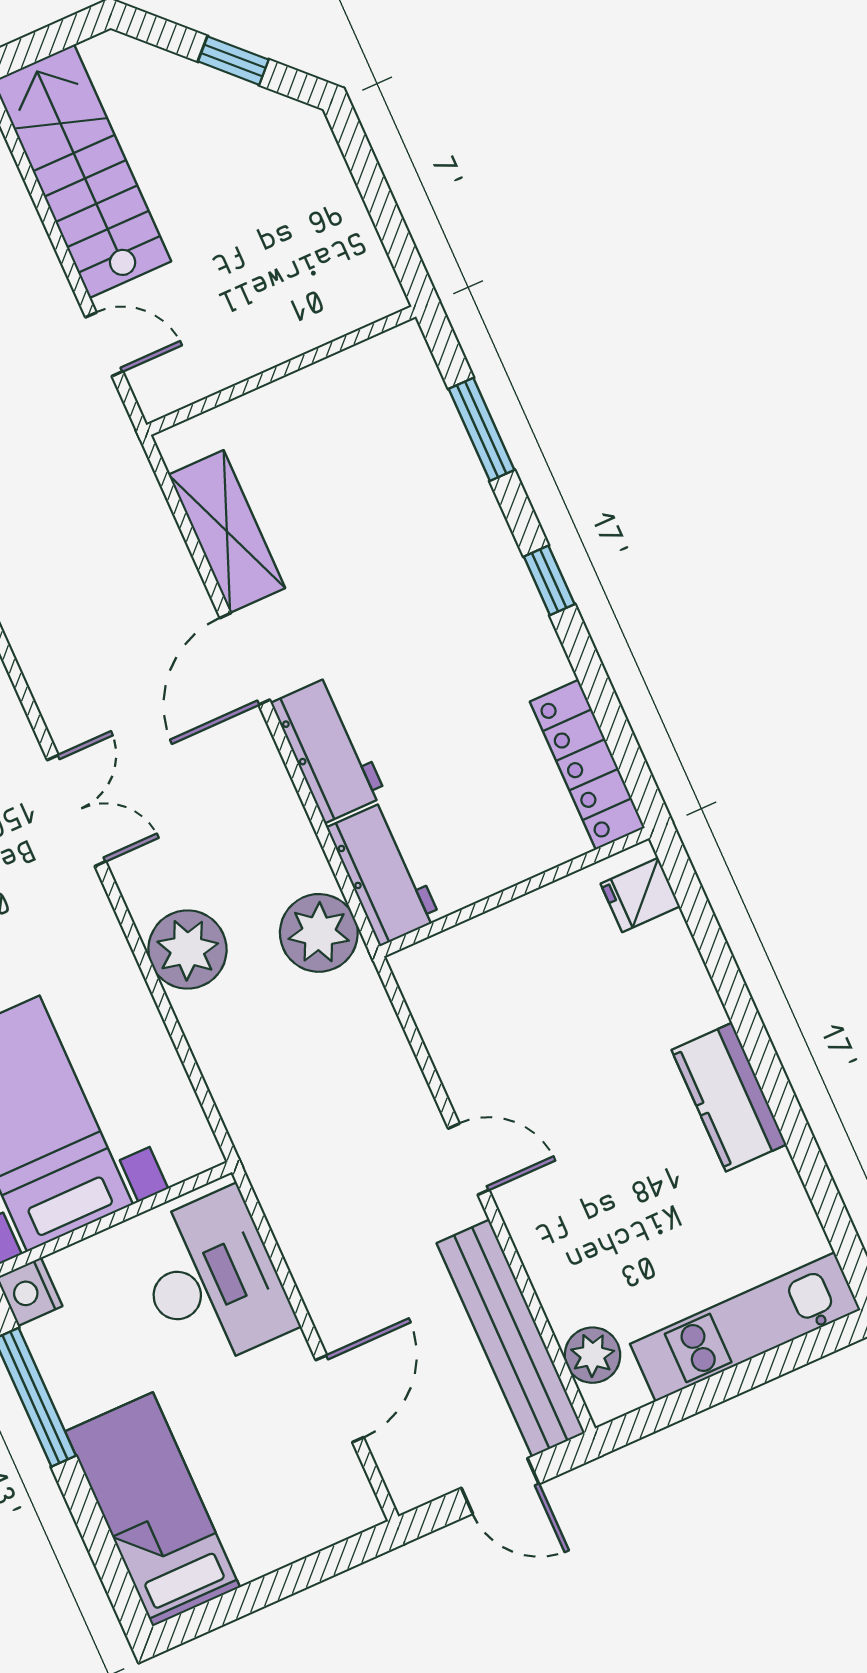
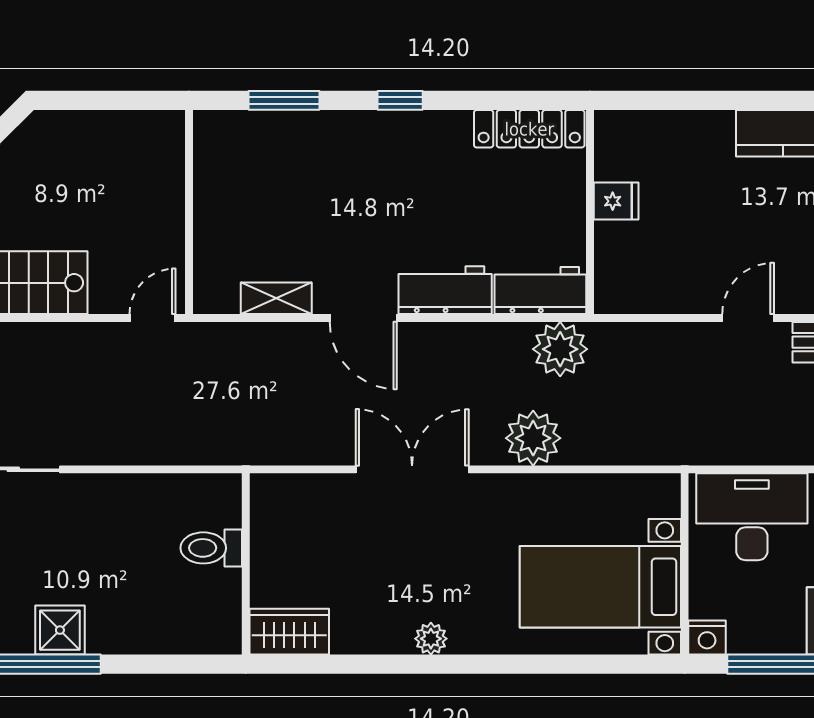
door: (104, 344) -> (153, 318), moved
shelving: (227, 531) -> (276, 298), width x0.67, depth x0.75
double door: (77, 811) -> (412, 469), width x1.37
fridge: (640, 895) -> (616, 201), moved, turned -90

